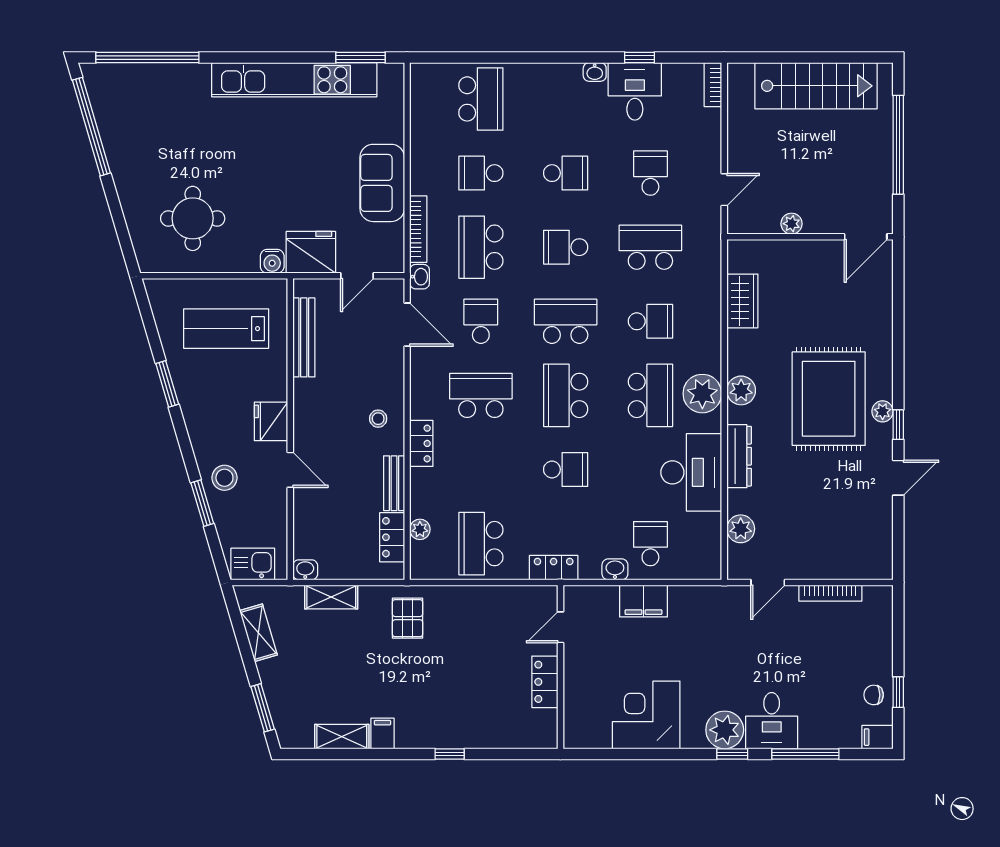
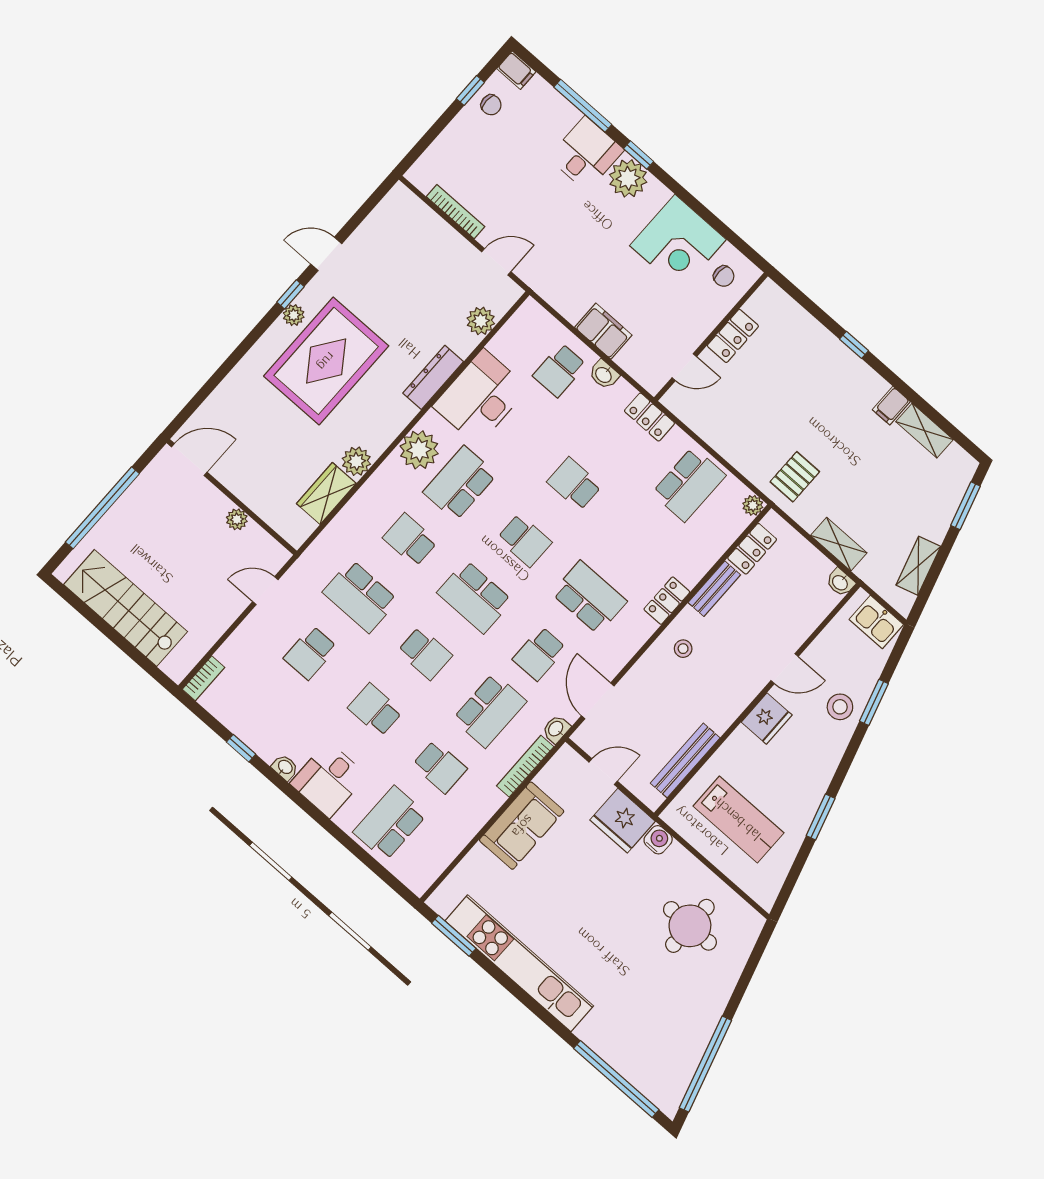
desk: (635, 91) -> (329, 779), moved
plant: (741, 390) -> (356, 461), moved
school desk: (481, 395) -> (589, 597), turned 180
school desk: (566, 395) -> (525, 540), width x0.54
door: (290, 470) -> (785, 669), swing flipped
plant: (420, 529) -> (753, 505), moved
chair: (590, 720) -> (724, 276), added

